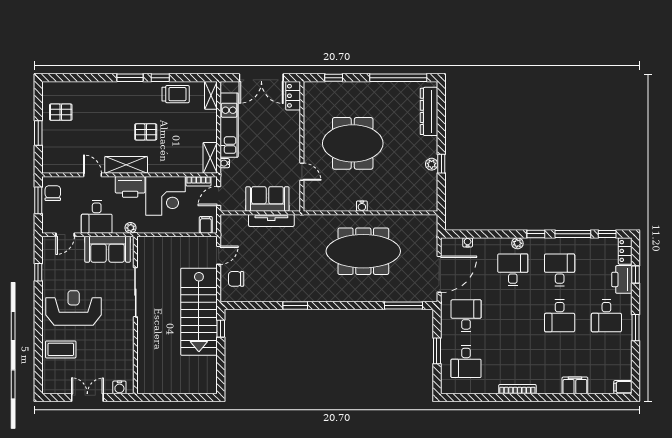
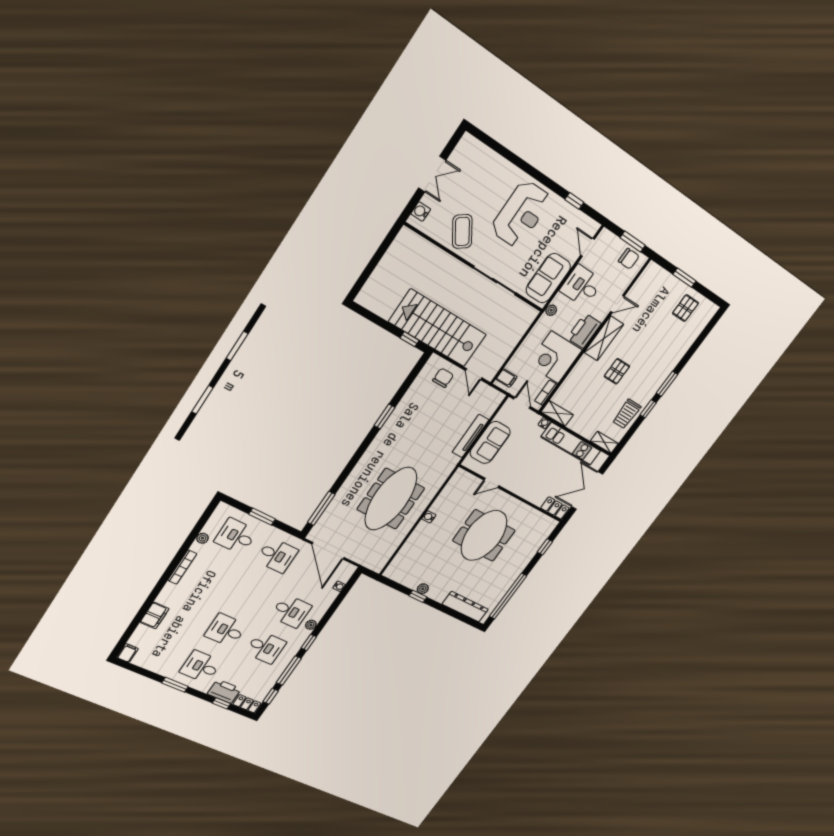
coffee table: (61, 349) -> (462, 231), moved, turned -35
plant: (482, 388) -> (202, 538), added

